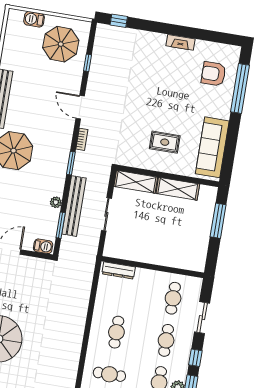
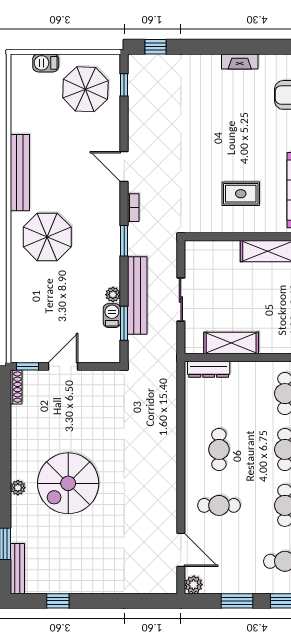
window: (87, 63) -> (124, 85), moved
shelving: (136, 182) -> (231, 343), moved
barbecue: (43, 246) -> (112, 316), moved, turned -90

